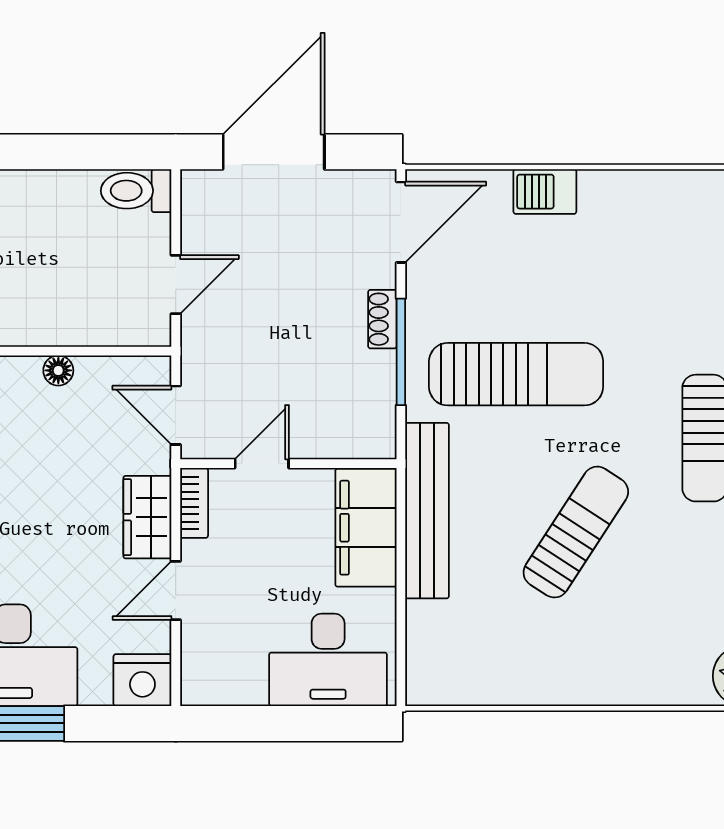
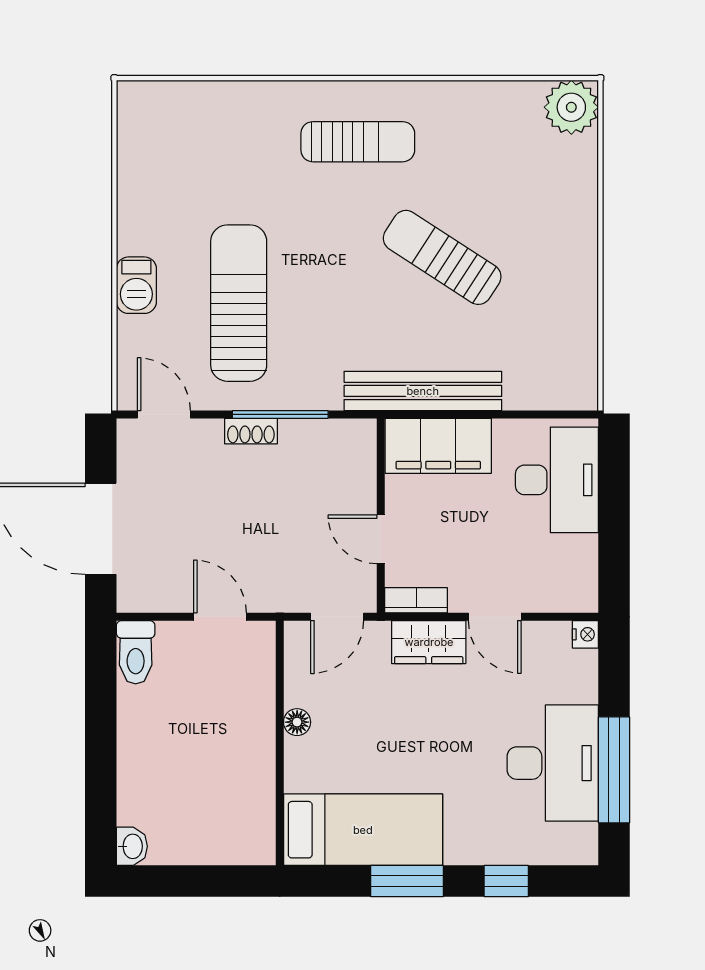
door: (401, 222) -> (164, 414), width x0.73
sun lounger: (516, 374) -> (239, 303), moved
nightstand: (142, 680) -> (585, 634), width x0.53, depth x0.56

